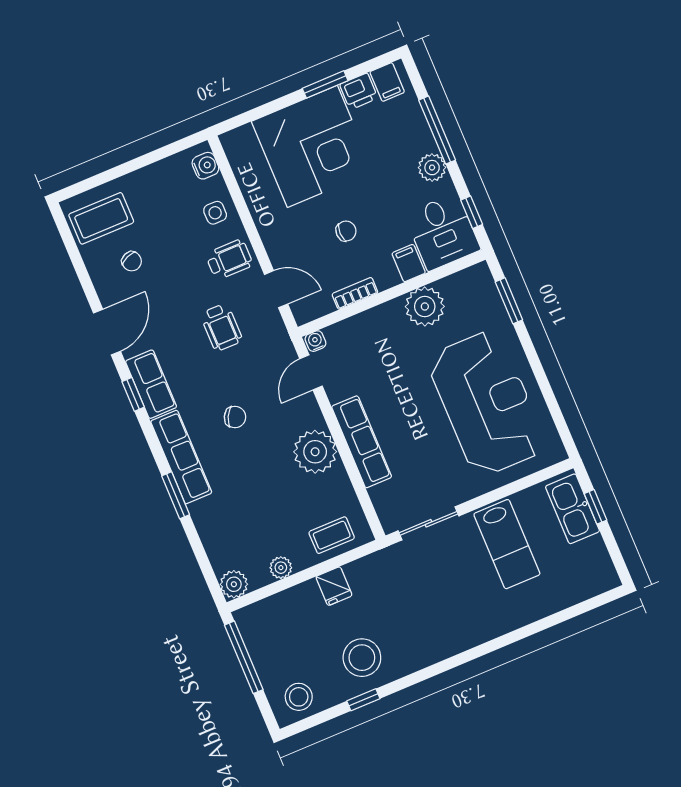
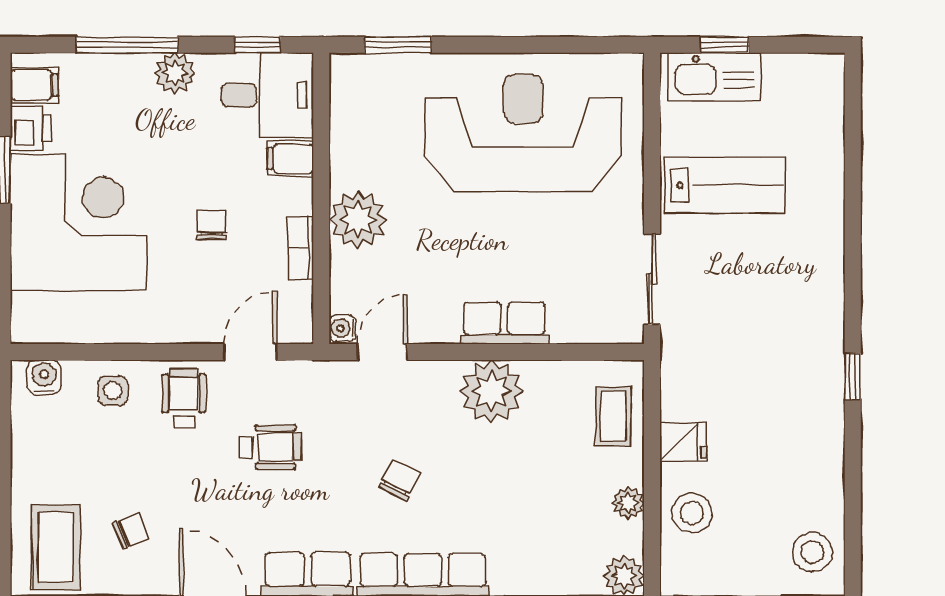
plant: (425, 306) -> (358, 219), moved
door: (311, 372) -> (382, 352), swing flipped
row of seats: (362, 442) -> (504, 323), width x0.68
stool: (362, 658) -> (692, 513), moved, width x0.73, depth x0.73
window: (363, 700) -> (853, 377), moved

